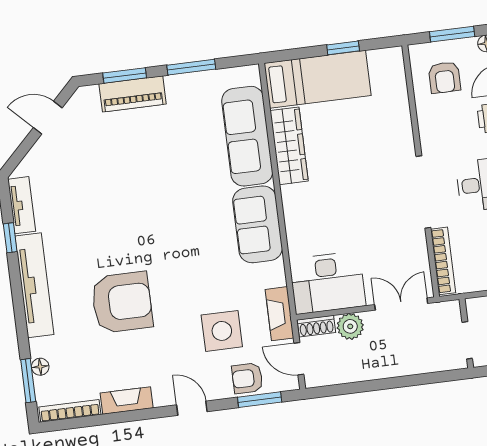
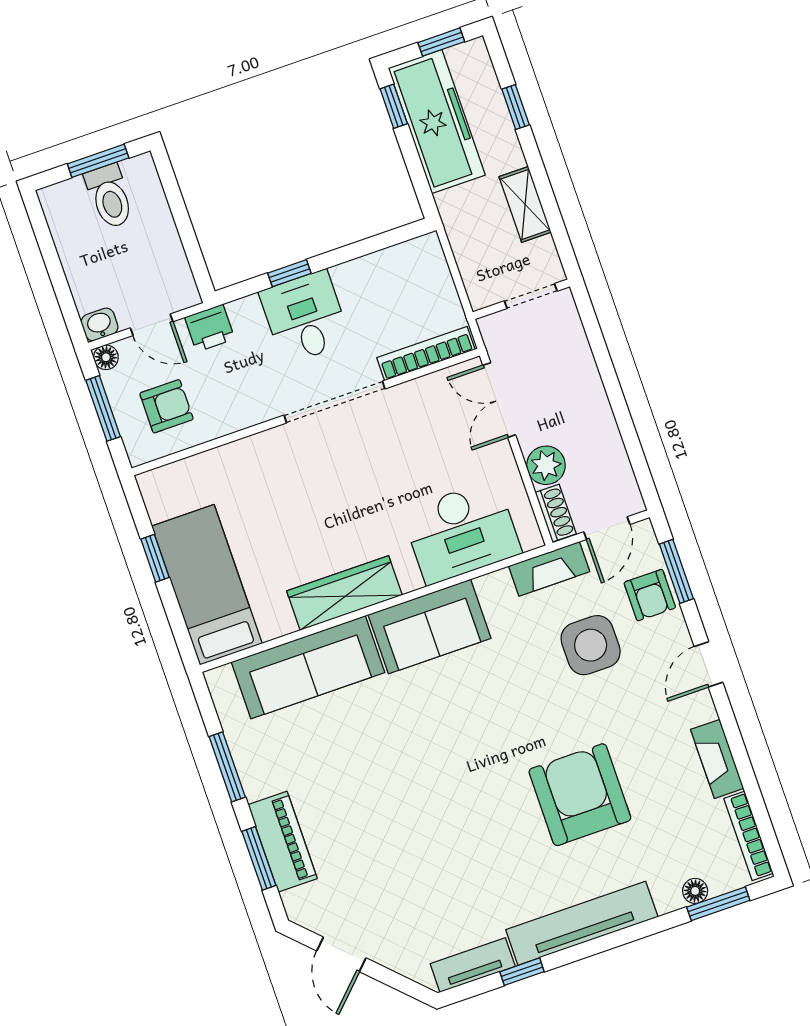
wardrobe: (289, 146) -> (344, 593), moved
desk: (328, 283) -> (462, 532), moved, turned 90

